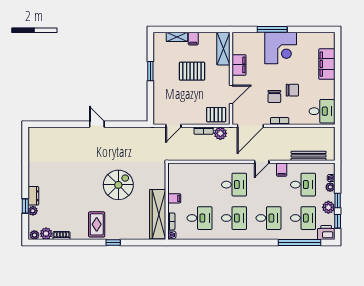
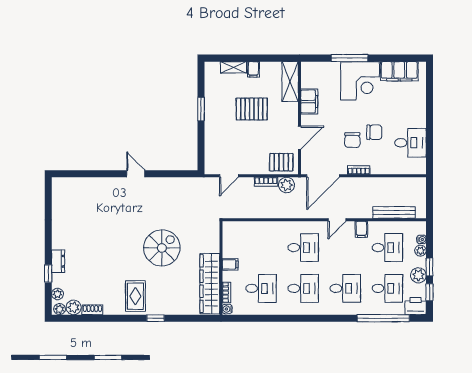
filing cabinet: (327, 64) -> (399, 71), moved, turned -90
desk: (322, 111) -> (410, 143), moved
plant: (33, 211) -> (57, 294), moved

